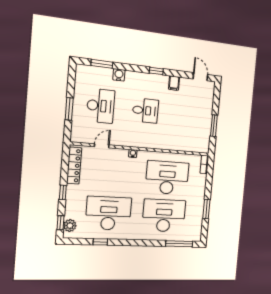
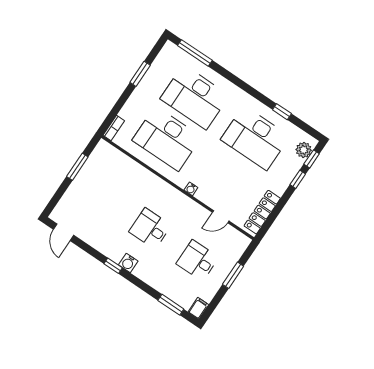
water cooler: (119, 75) -> (128, 263), moved
filing cabinet: (174, 83) -> (198, 308), moved
desk: (101, 106) -> (198, 261), width x0.73
window: (63, 192) -> (298, 179), moved

